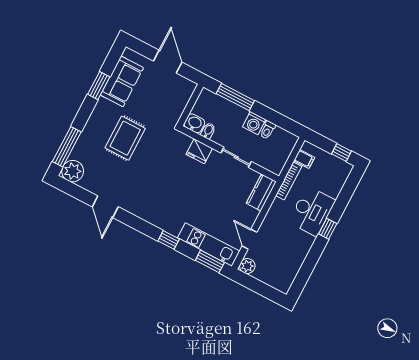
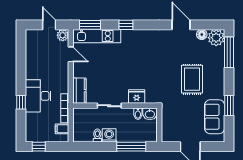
floor lamp: (87, 183) -> (202, 35), added
window: (328, 229) -> (21, 102), moved
door: (257, 286) -> (49, 25), added

